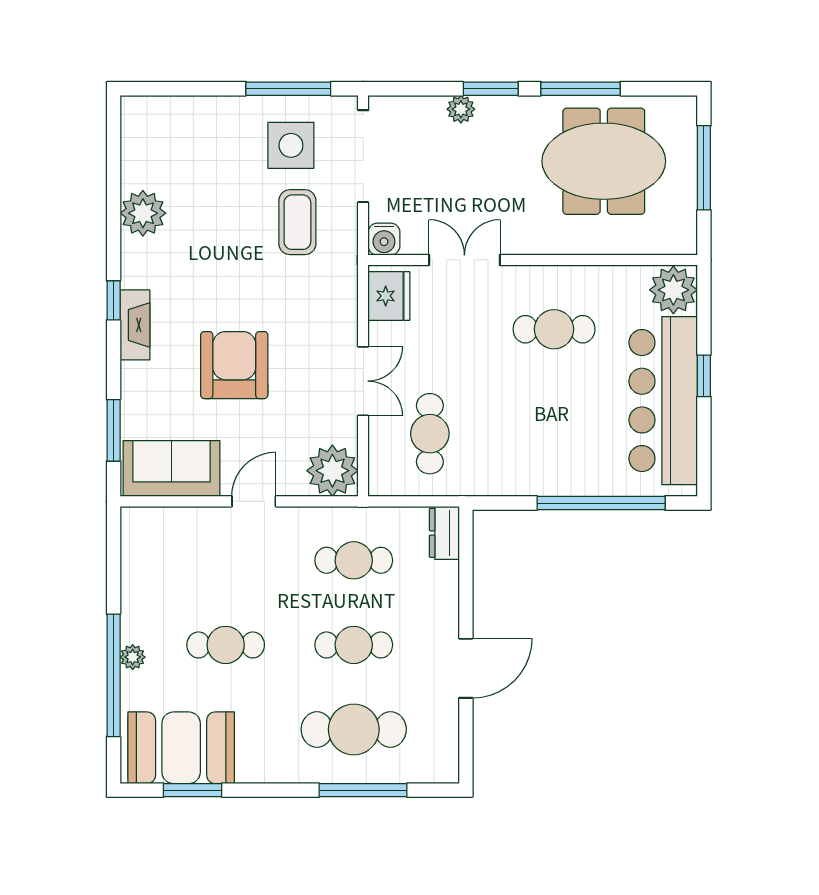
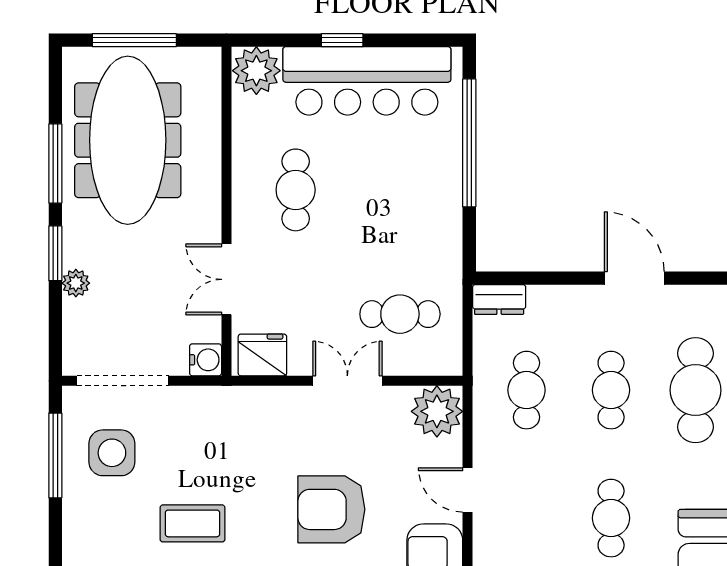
meeting table: (604, 161) -> (128, 140), width x1.36
coffee table: (297, 222) -> (192, 523), moved

